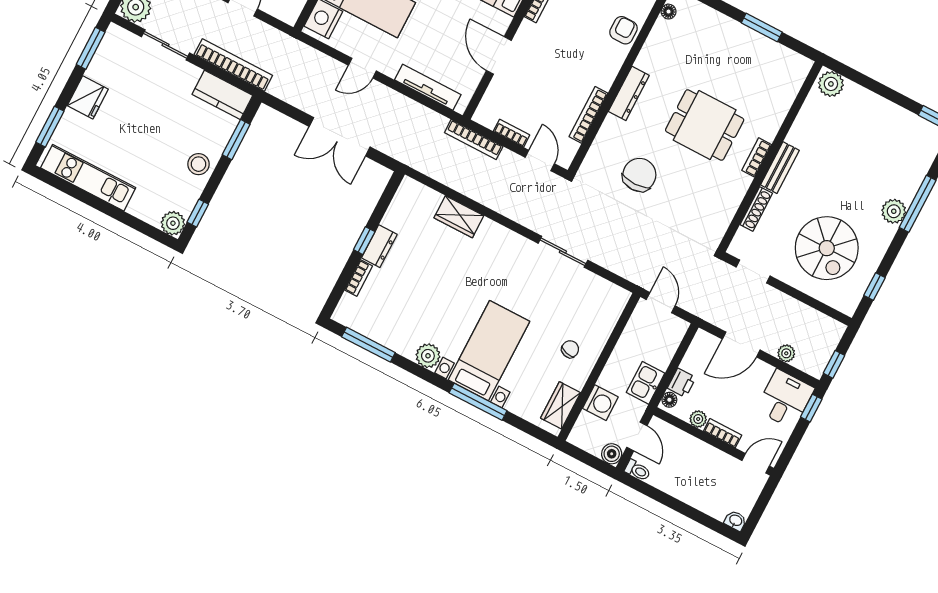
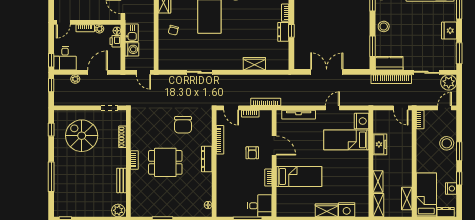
armchair: (624, 30) -> (252, 153), moved
bench: (780, 168) -> (121, 180), moved
plant: (894, 211) -> (60, 168), removed
washing machine: (600, 403) -> (132, 49), moved, turned 180

